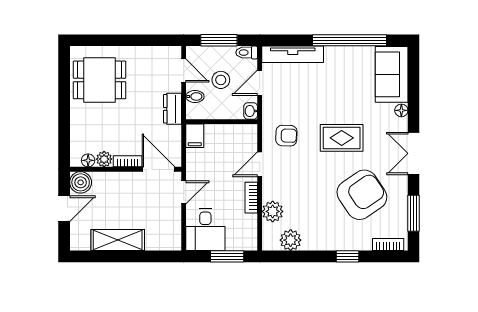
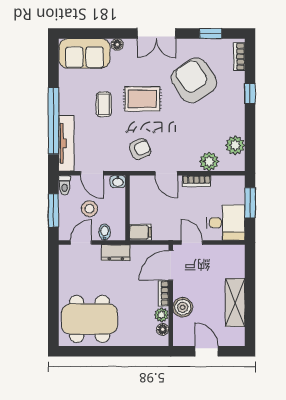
window: (350, 40) -> (53, 121), moved
dining table: (100, 80) -> (89, 319), width x1.38
coffee table: (336, 96) -> (104, 104), added
armchair: (286, 136) -> (140, 149), turned 64
rug: (342, 138) -> (142, 99), turned 90
boiler: (81, 182) -> (183, 307), moved
window: (414, 213) -> (211, 33), width x0.67

